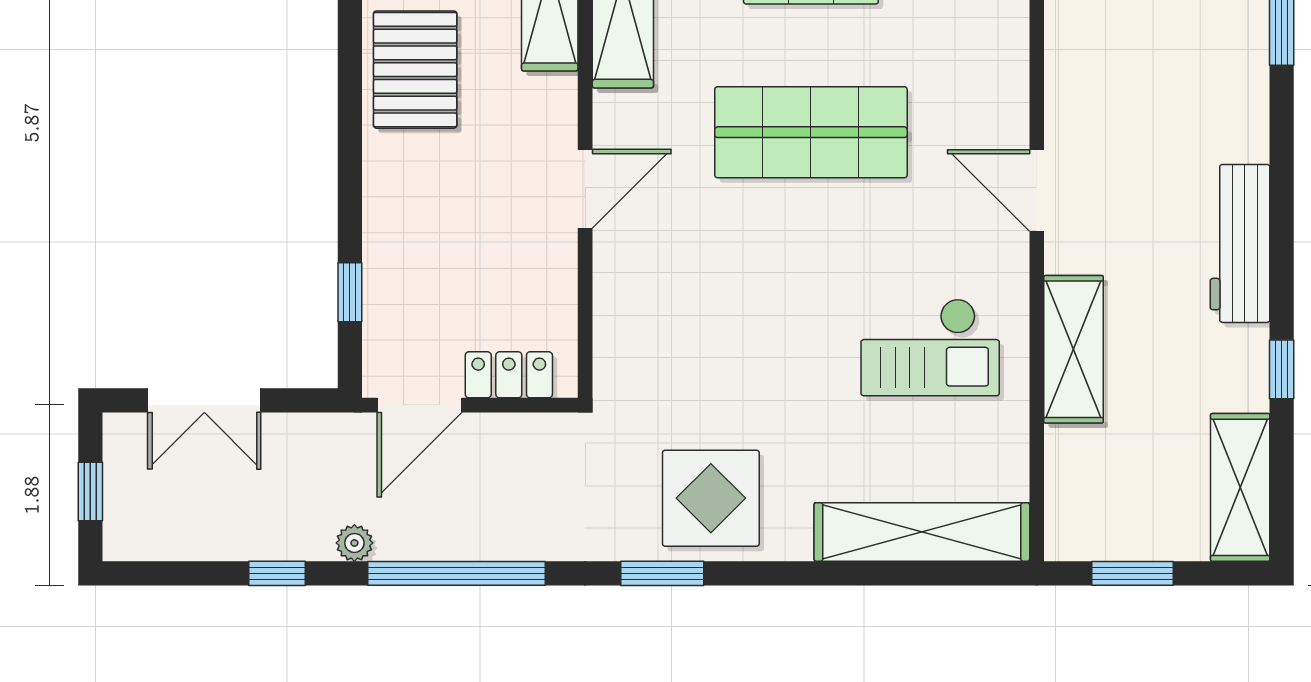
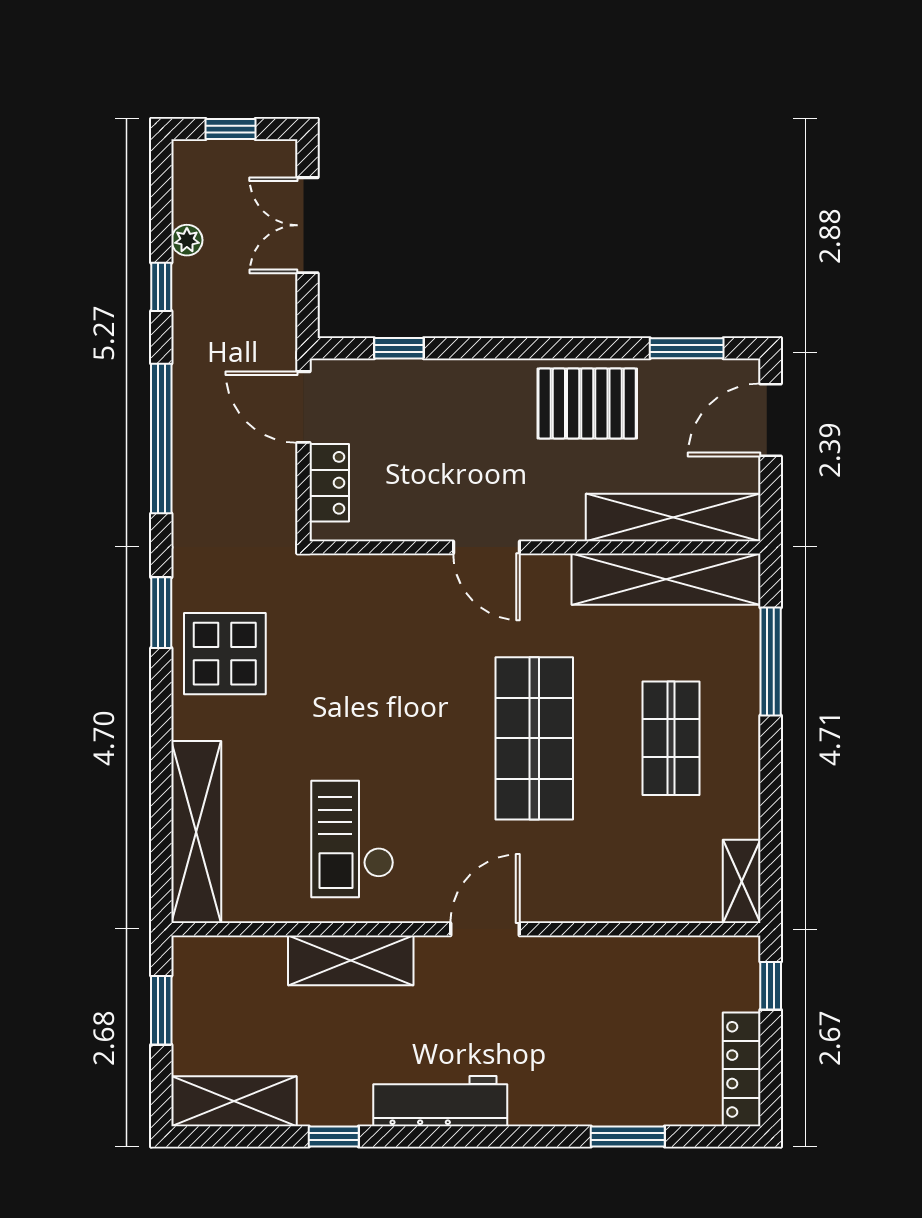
plant: (354, 543) -> (187, 240), moved

